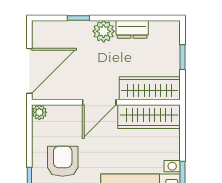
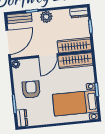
bench: (54, 29) -> (19, 18), added
dresser: (132, 29) -> (79, 12), moved

